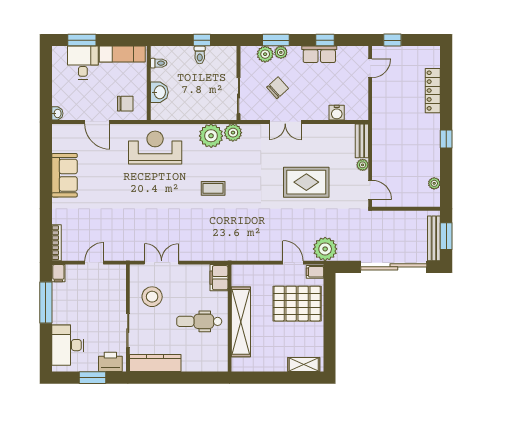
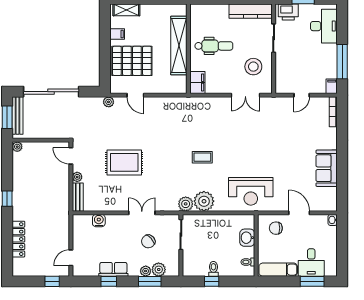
plant: (434, 183) -> (17, 147), moved
plant: (325, 249) -> (109, 102), width x0.53, depth x0.53
filing cabinet: (315, 272) -> (117, 34), moved

